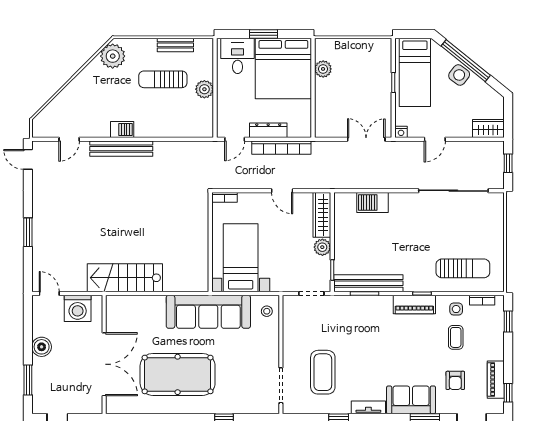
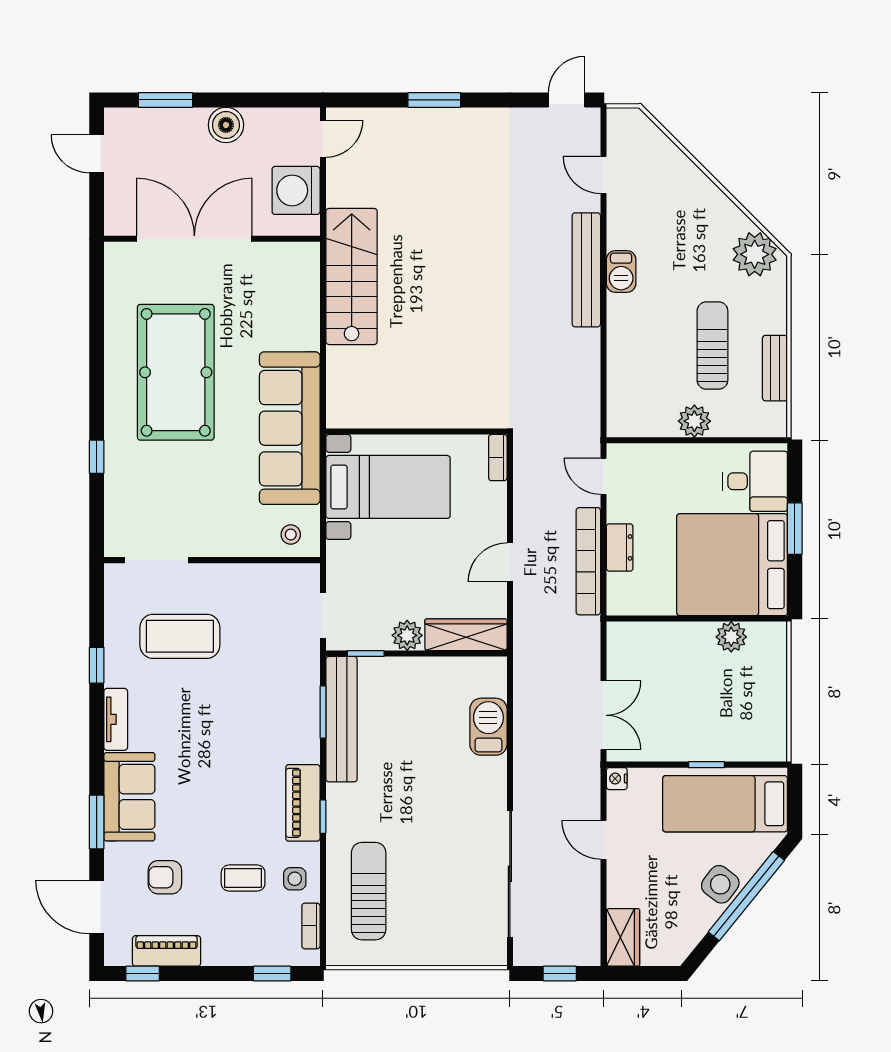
dresser: (268, 130) -> (620, 547), width x0.70
sun lounger: (463, 268) -> (369, 891), turned 180
double door: (104, 364) -> (194, 239), swing flipped

